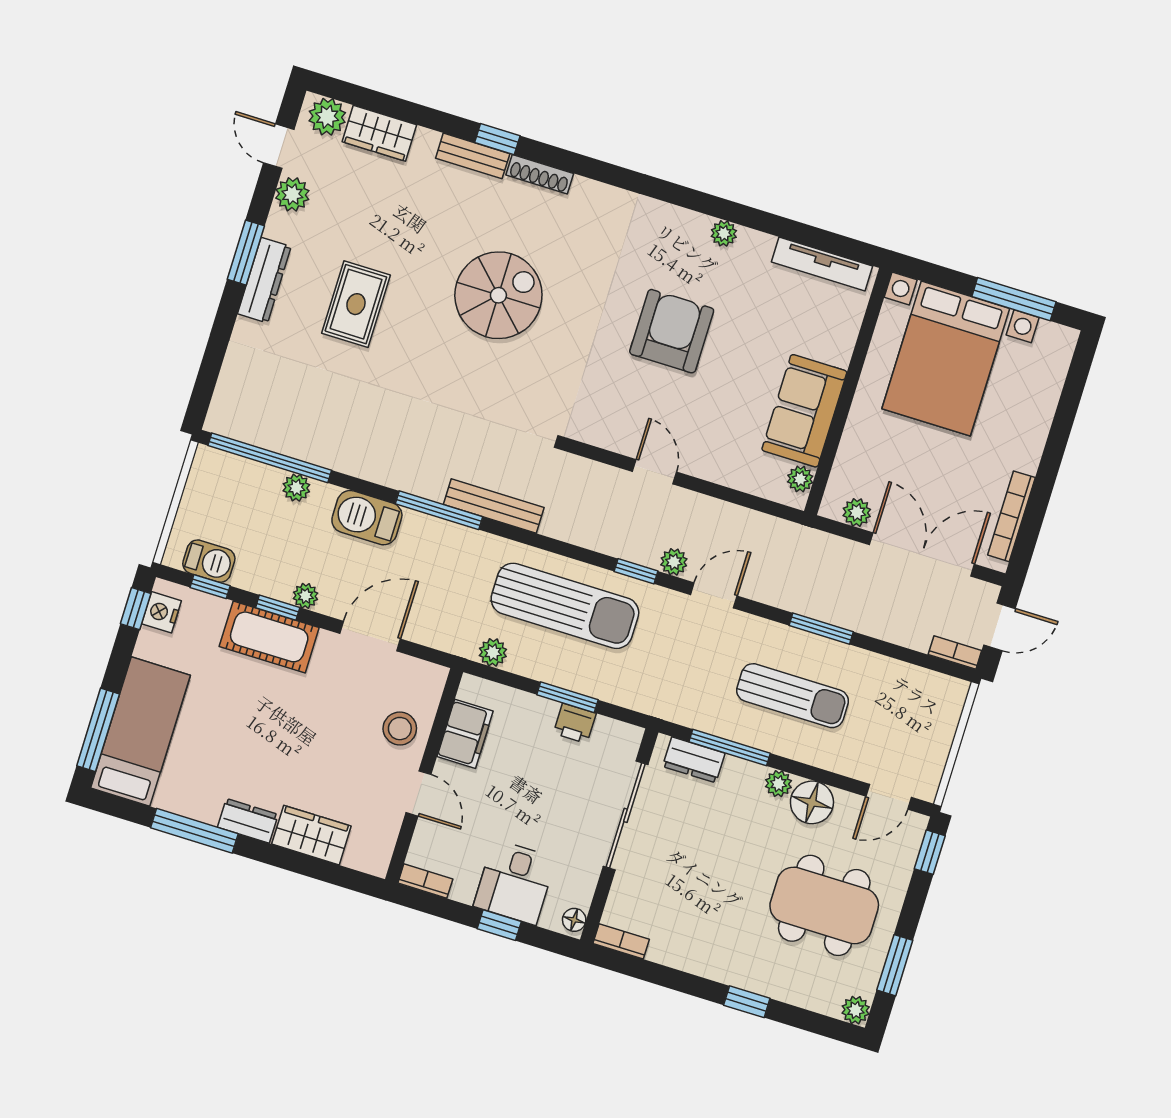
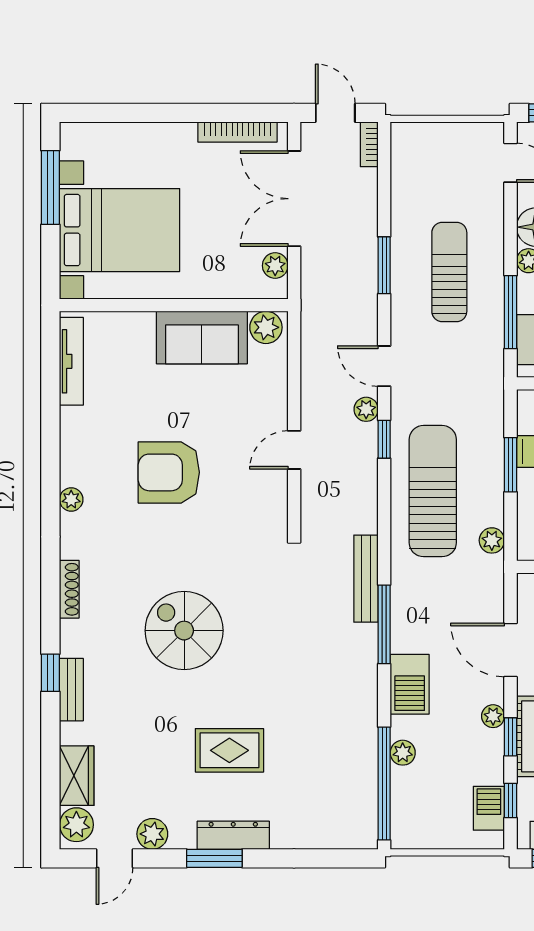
shoe rack: (540, 174) -> (69, 589), moved
plant: (724, 233) -> (71, 499), moved
plant: (800, 479) -> (266, 327), width x1.38, depth x1.38

